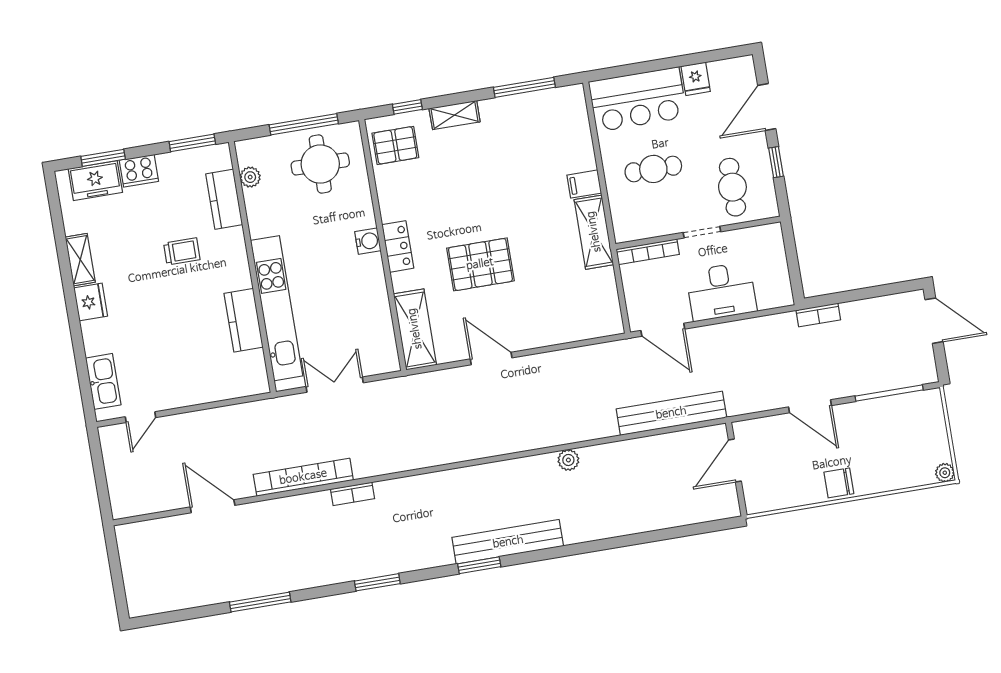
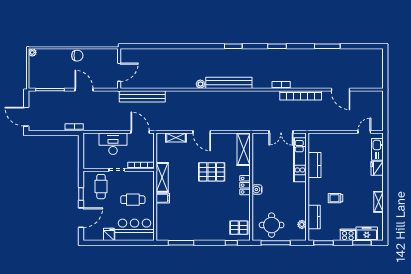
shelving: (455, 115) -> (176, 138), moved
fridge: (91, 302) -> (377, 168), moved
kitchen unit: (277, 308) -> (300, 160), width x0.73
door: (491, 358) -> (202, 132), moved
plant: (568, 460) -> (200, 84), moved
bench: (508, 542) -> (229, 83), moved

